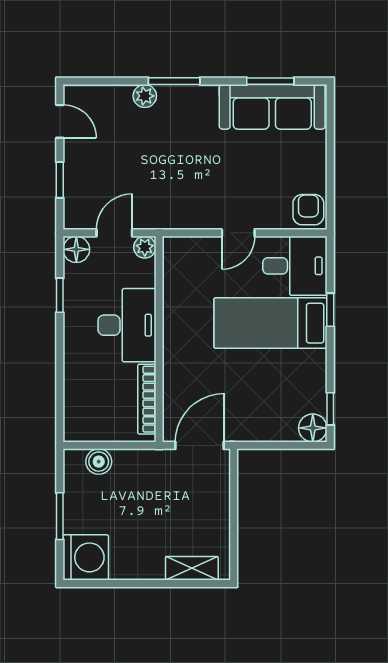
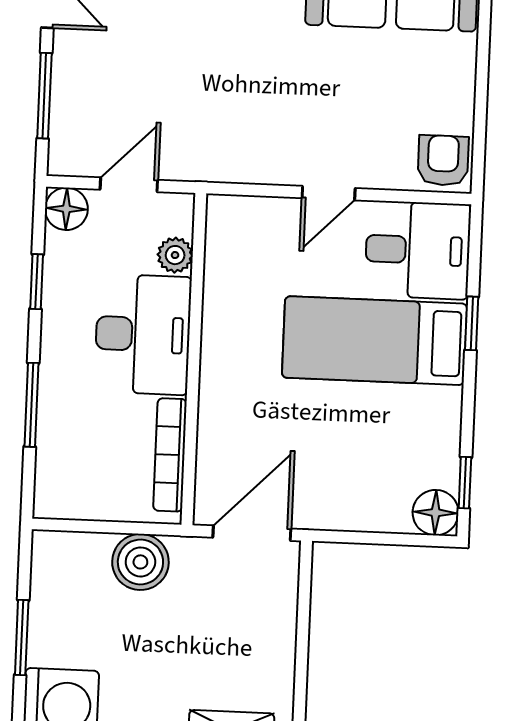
window: (60, 180) -> (44, 96), width x1.50
plant: (145, 247) -> (175, 255), moved
window: (60, 372) -> (31, 405), added
boiler: (99, 462) -> (140, 562), moved, width x1.36, depth x1.36

